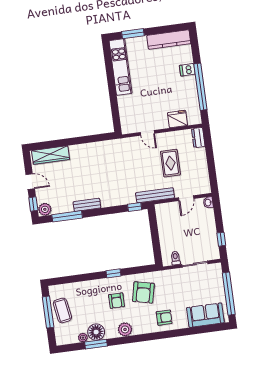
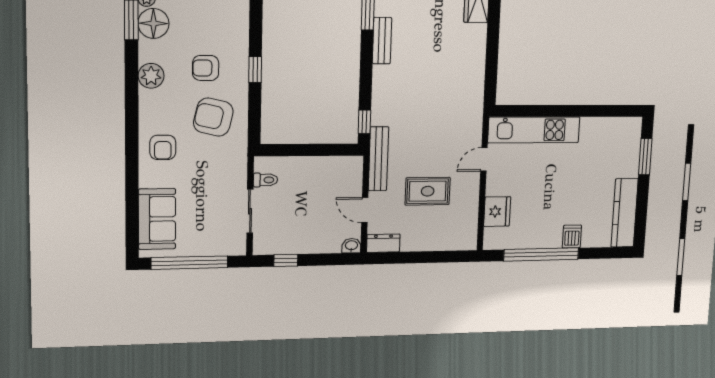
kitchen unit: (121, 67) -> (534, 130), moved
dresser: (198, 138) -> (383, 243), moved

